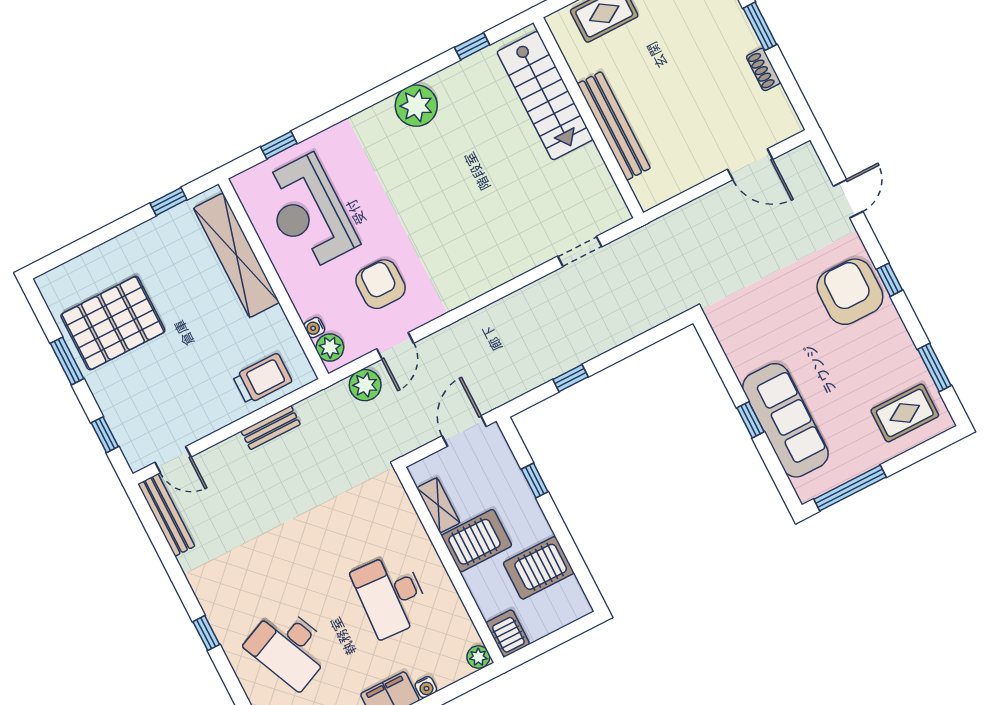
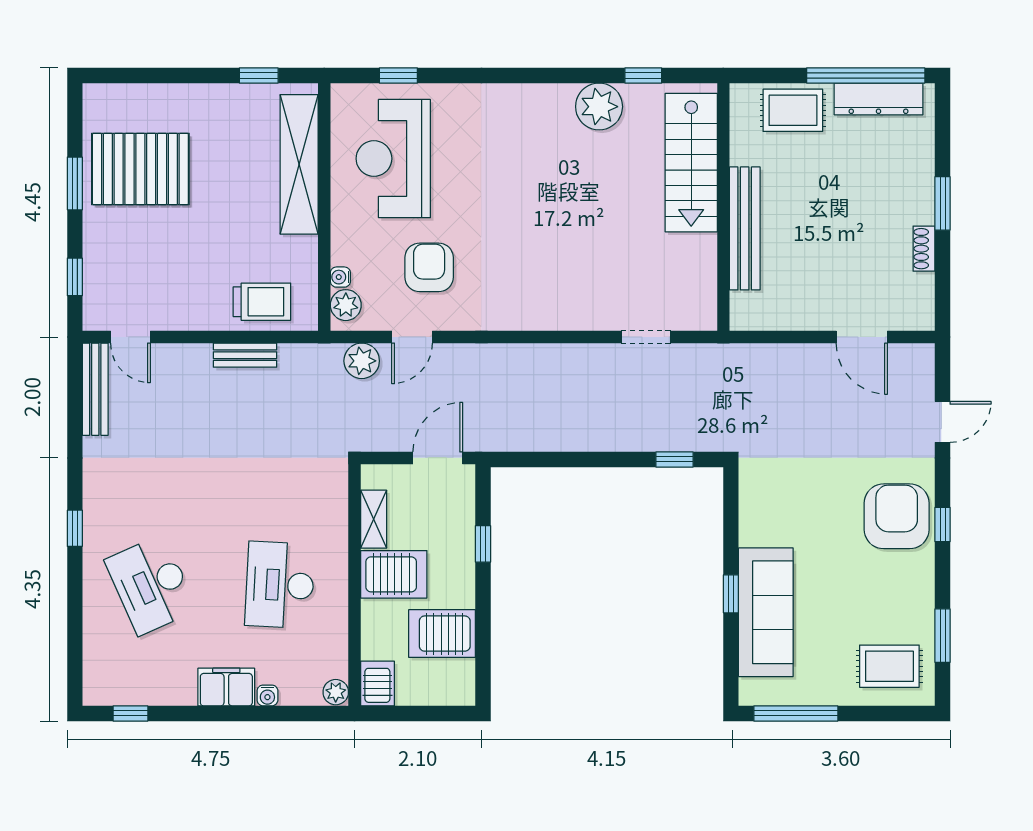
plant: (416, 106) -> (599, 107), moved
window: (570, 378) -> (675, 459), moved

